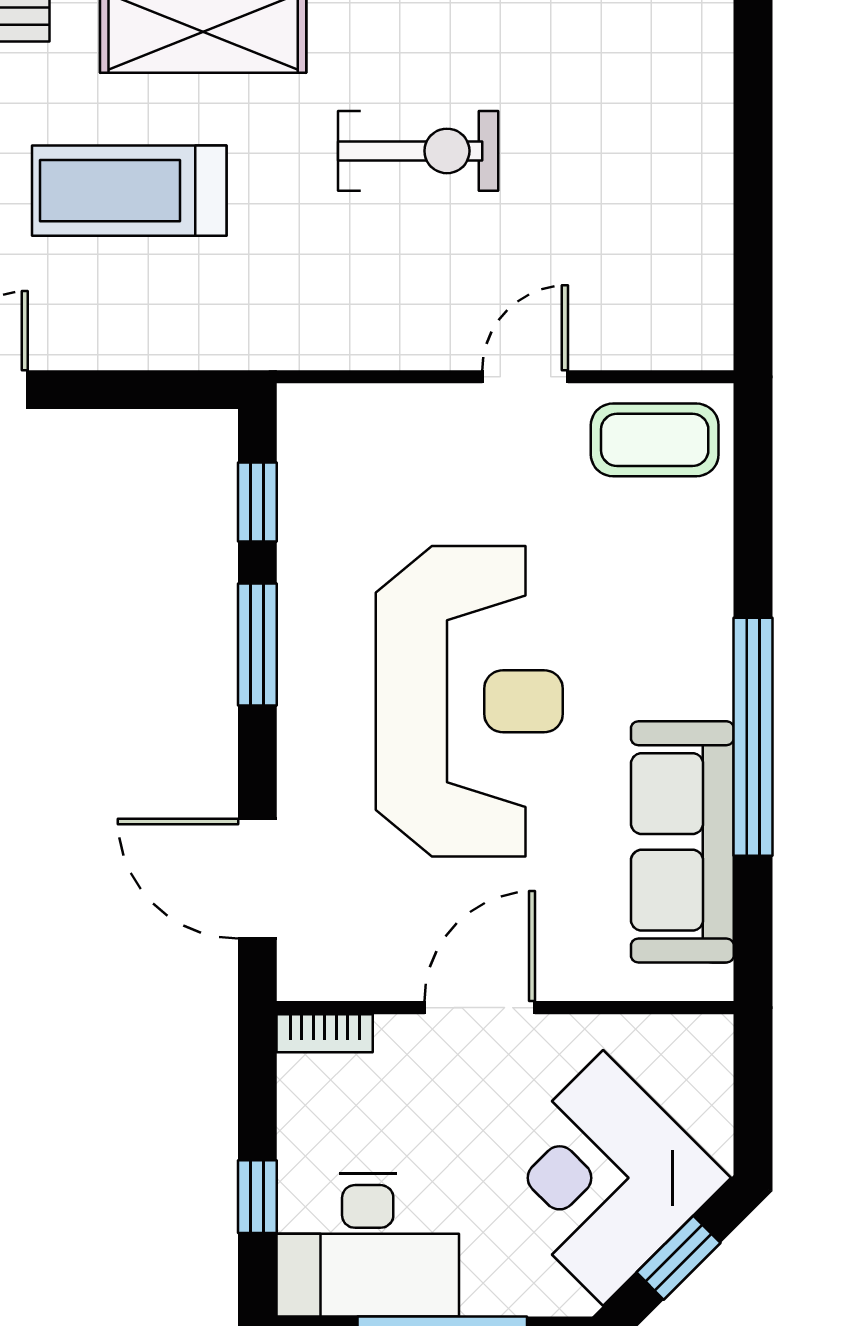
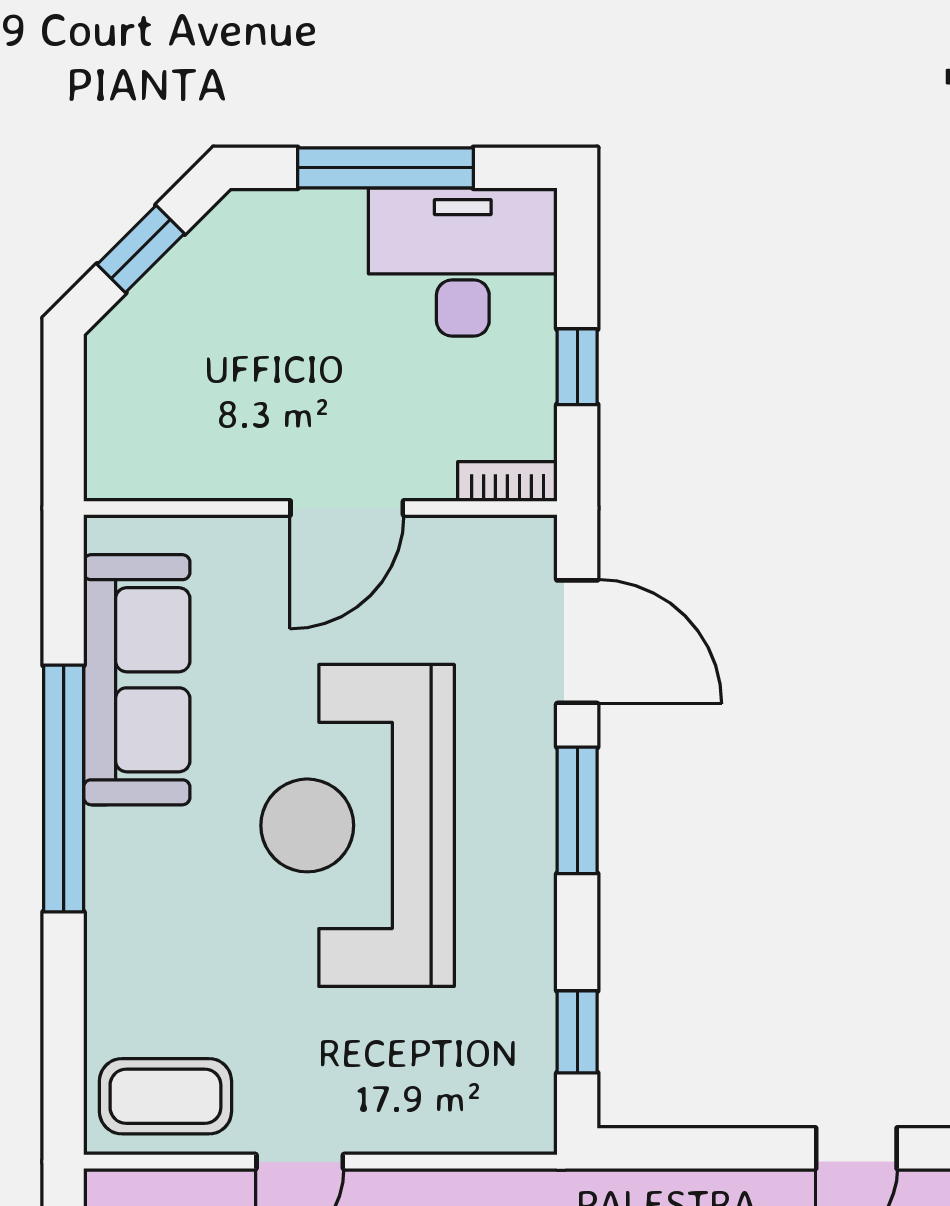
window: (257, 645) -> (577, 810), moved
corner desk: (603, 1178) -> (219, 332), removed
window: (257, 1197) -> (577, 367), moved

